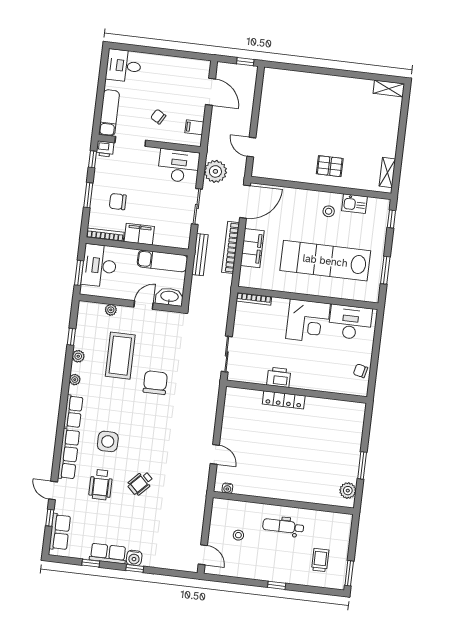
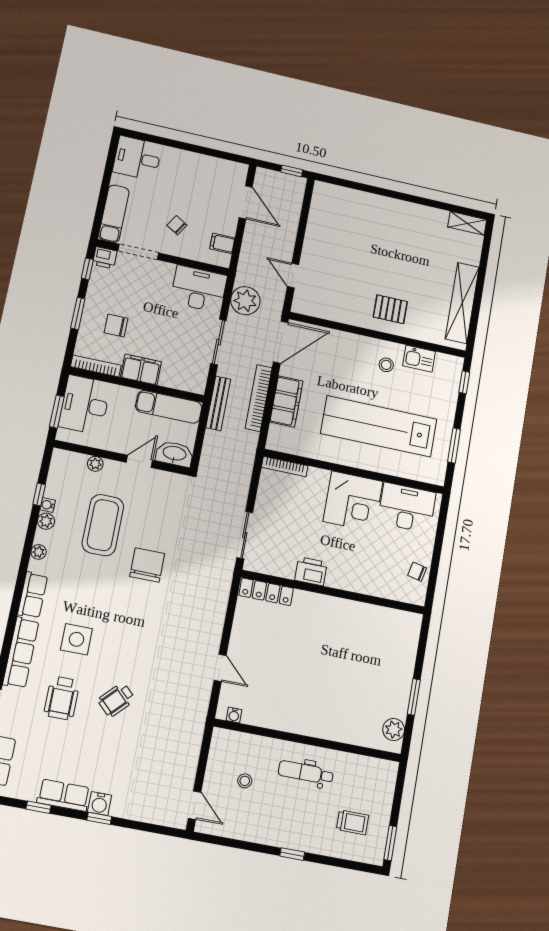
shelving: (387, 173) -> (462, 303), width x2.20, depth x1.33
water cooler: (78, 344) -> (48, 505), added
locker: (284, 400) -> (266, 592), moved
trolley: (320, 560) -> (353, 822), turned 90

